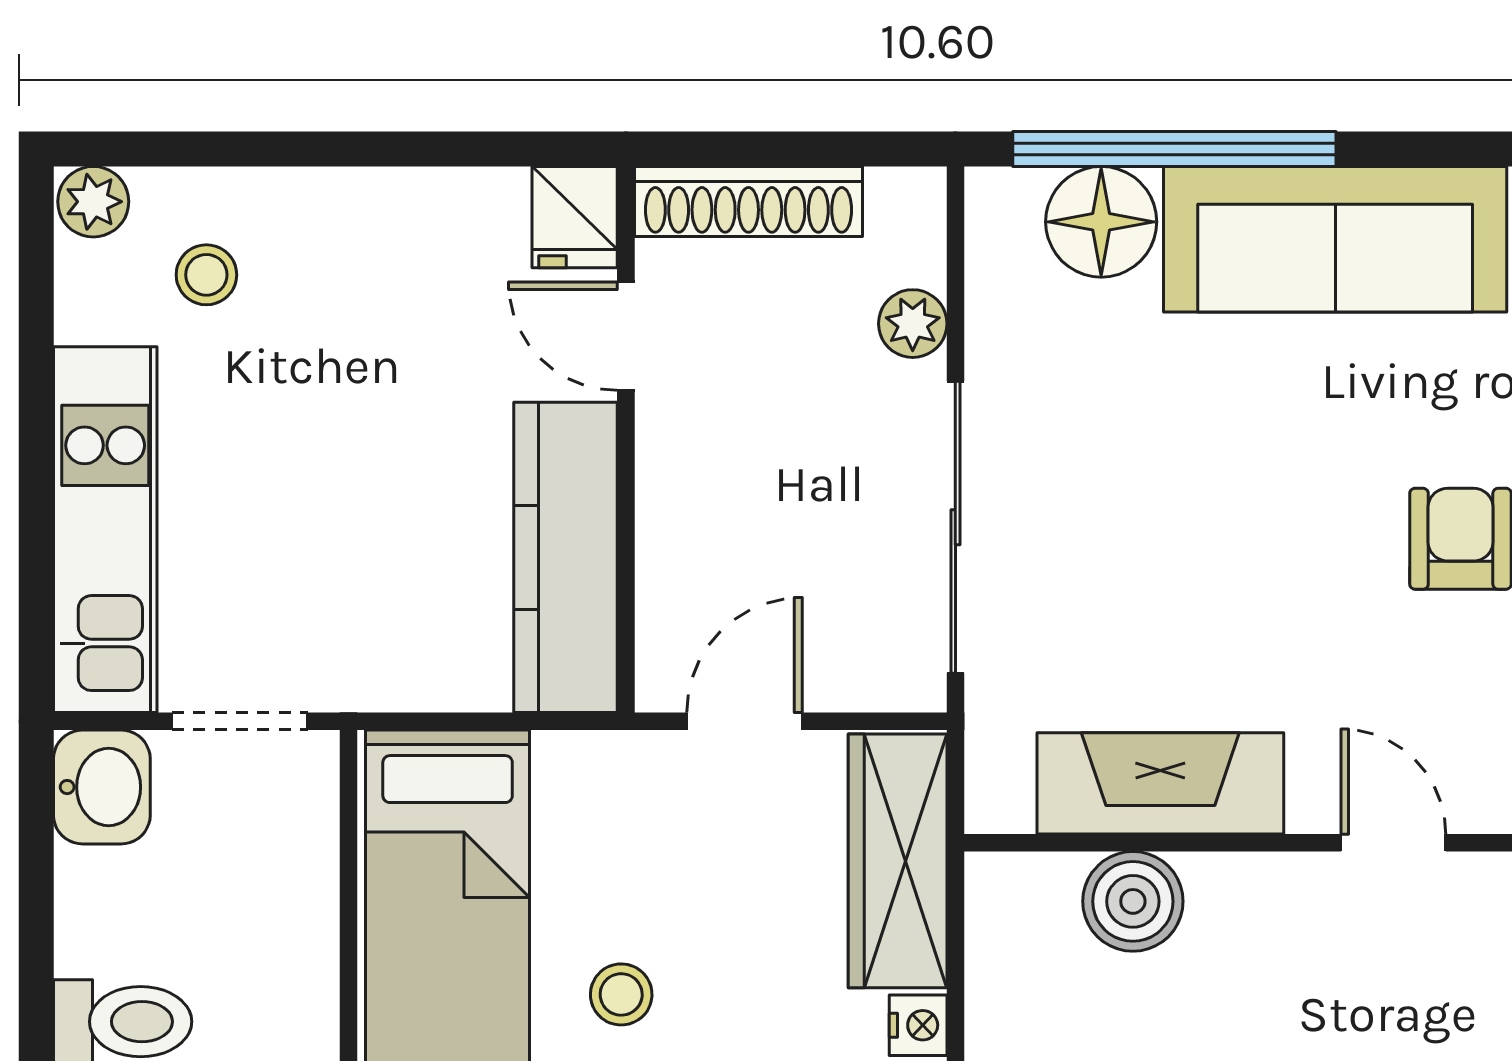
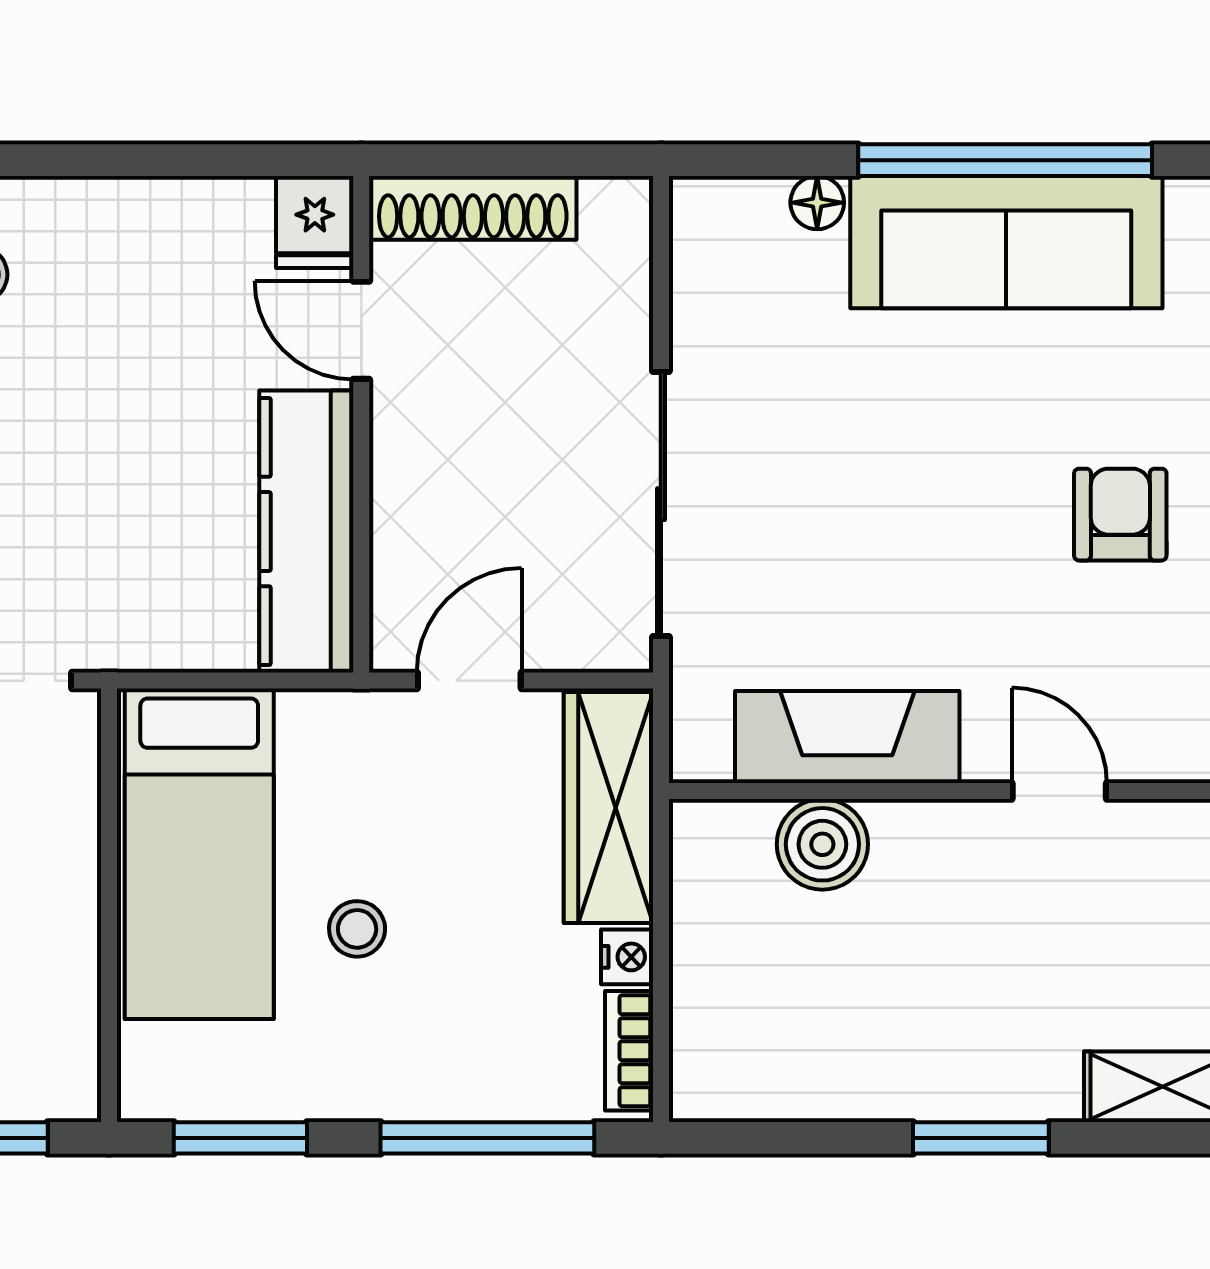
window: (1174, 149) -> (1005, 160), moved
floor lamp: (1101, 222) -> (817, 203), width x0.53, depth x0.53
plant: (913, 324) -> (622, 319), removed

